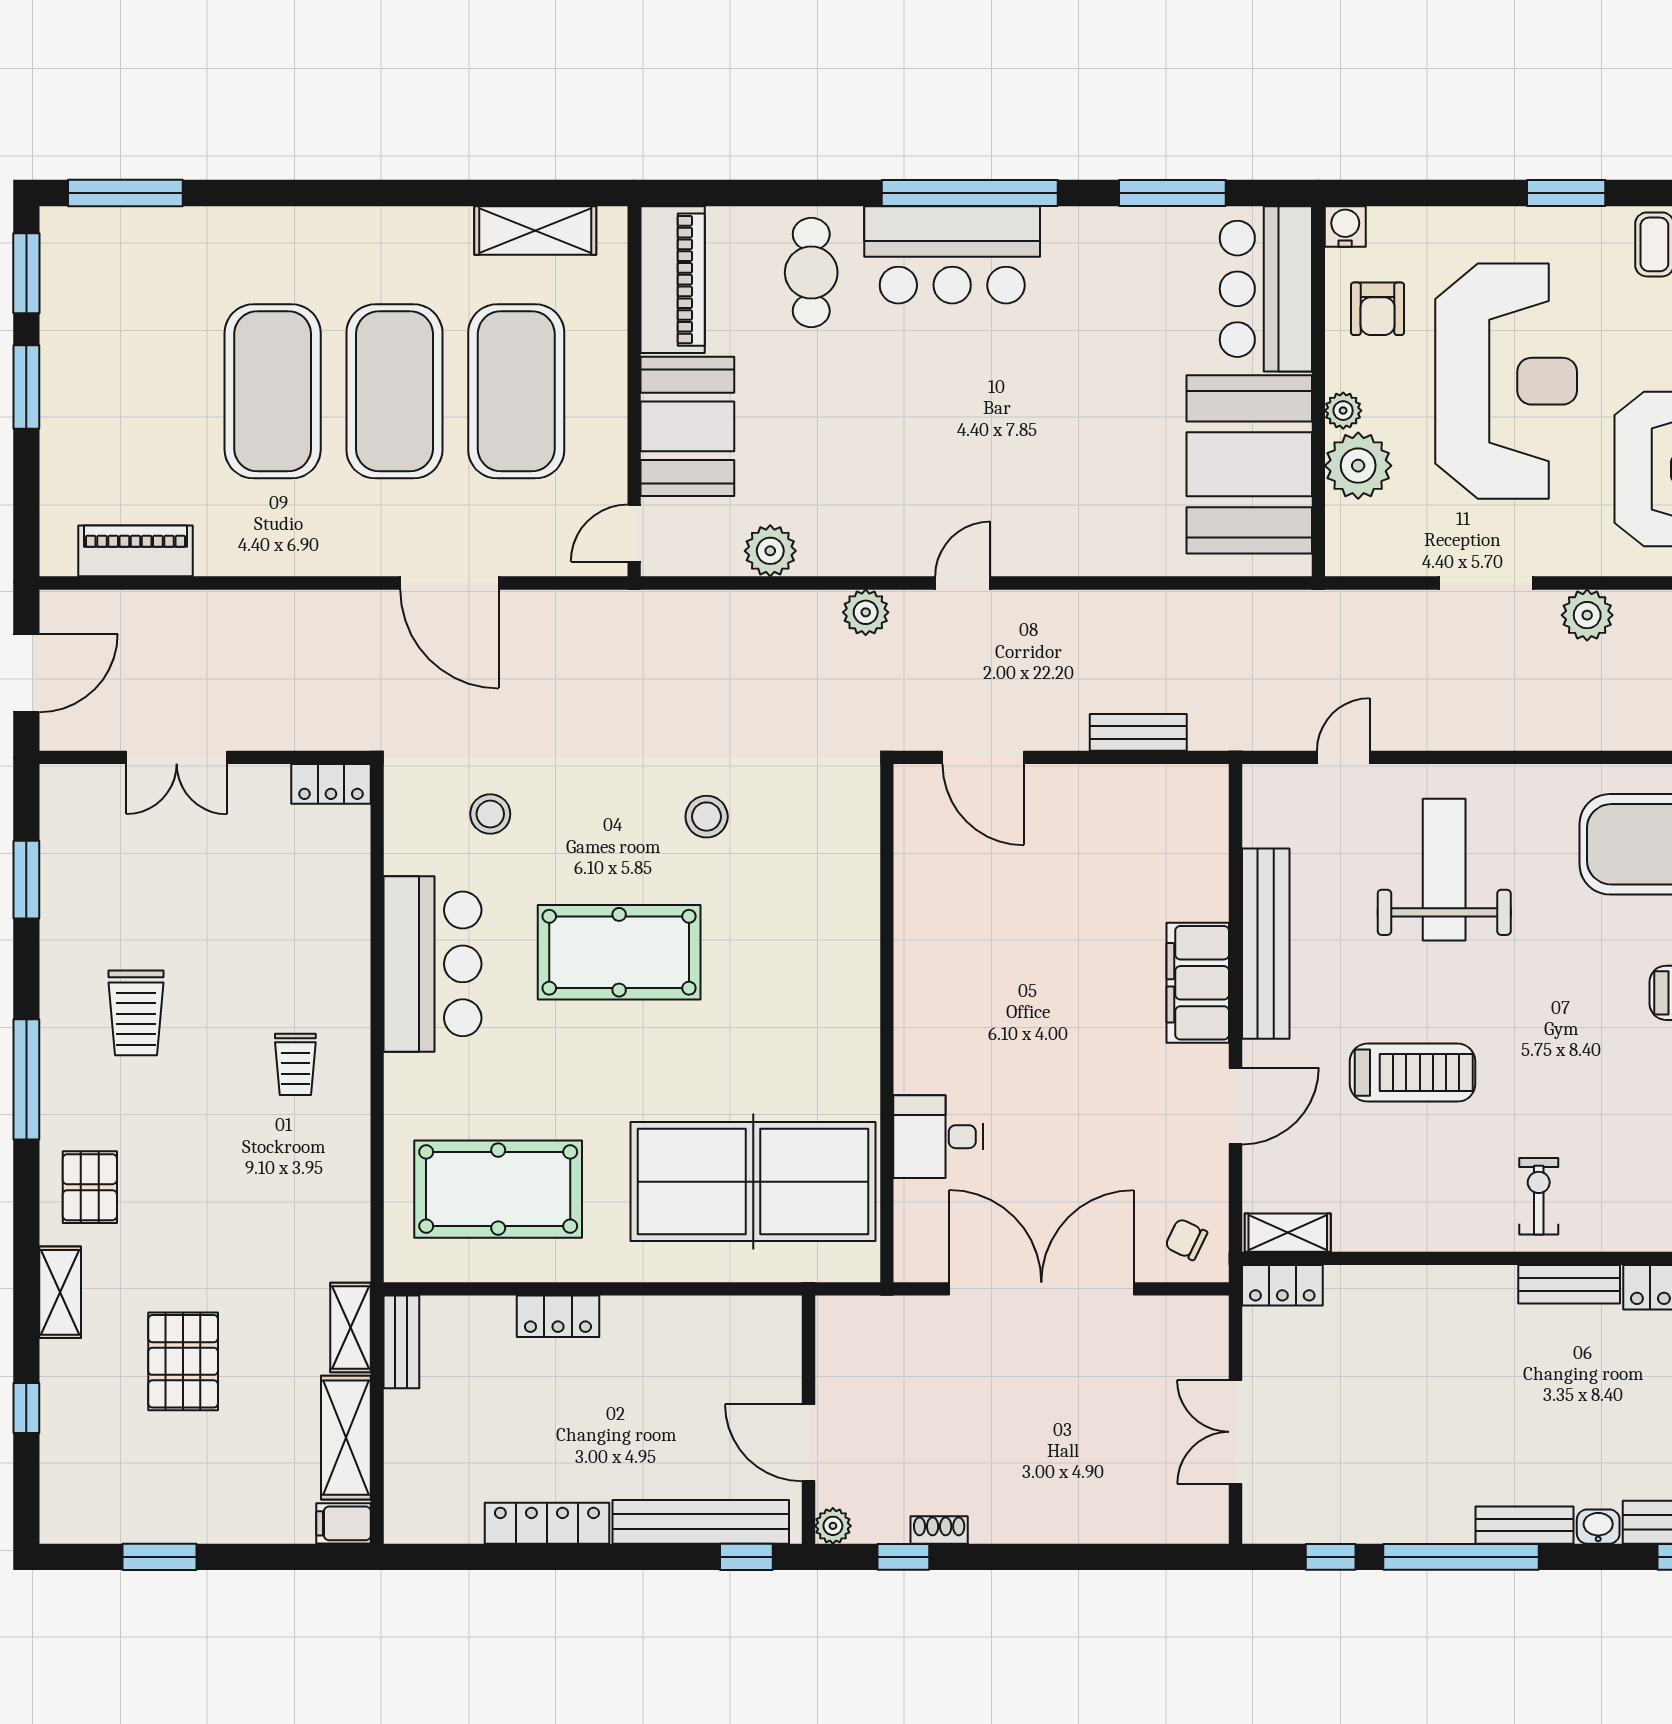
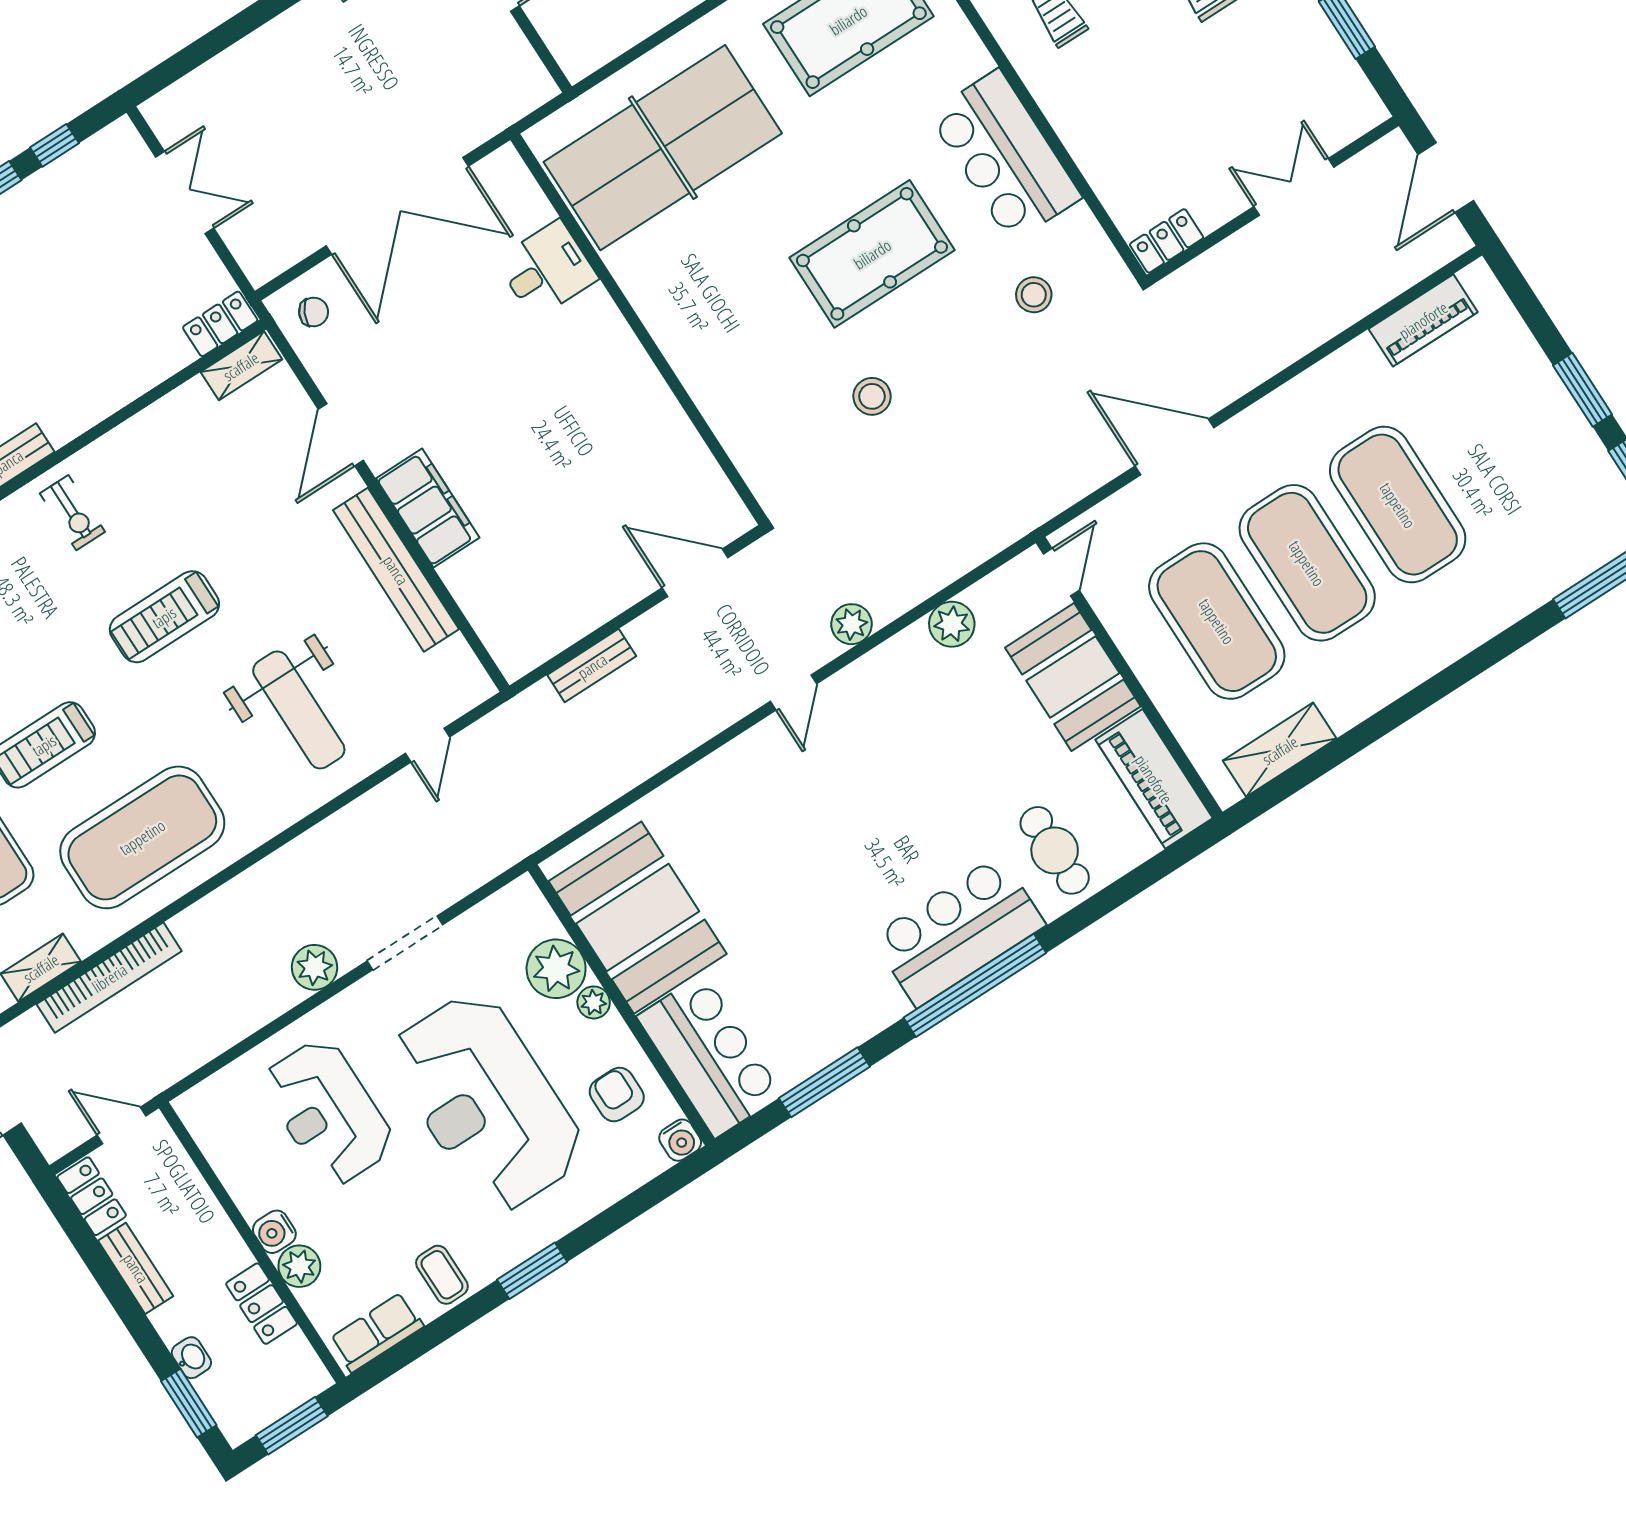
treadmill: (1413, 1073) -> (164, 617), moved

